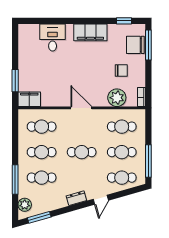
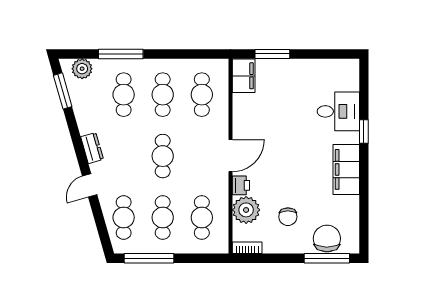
window: (124, 21) -> (364, 131), moved
printer: (101, 101) -> (241, 185), added
door: (101, 200) -> (90, 185), hinge flipped

